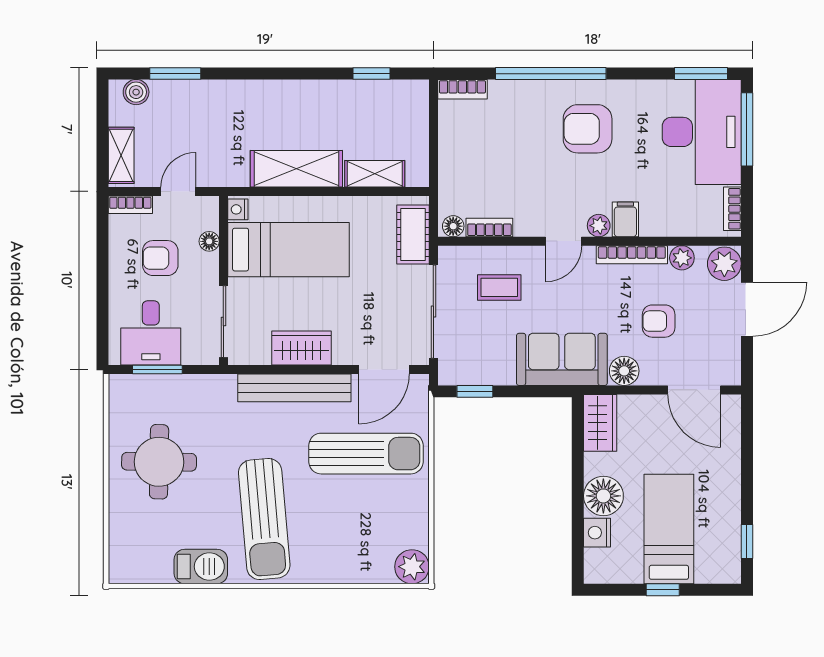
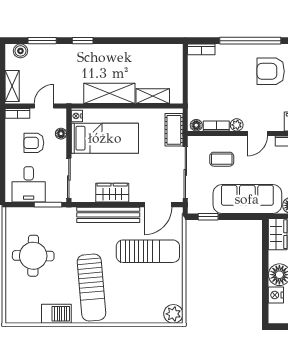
window: (372, 74) -> (83, 41), moved
plant: (599, 226) -> (237, 125), moved
sofa: (562, 359) -> (247, 199), width x1.36
window: (157, 370) -> (48, 205), moved

